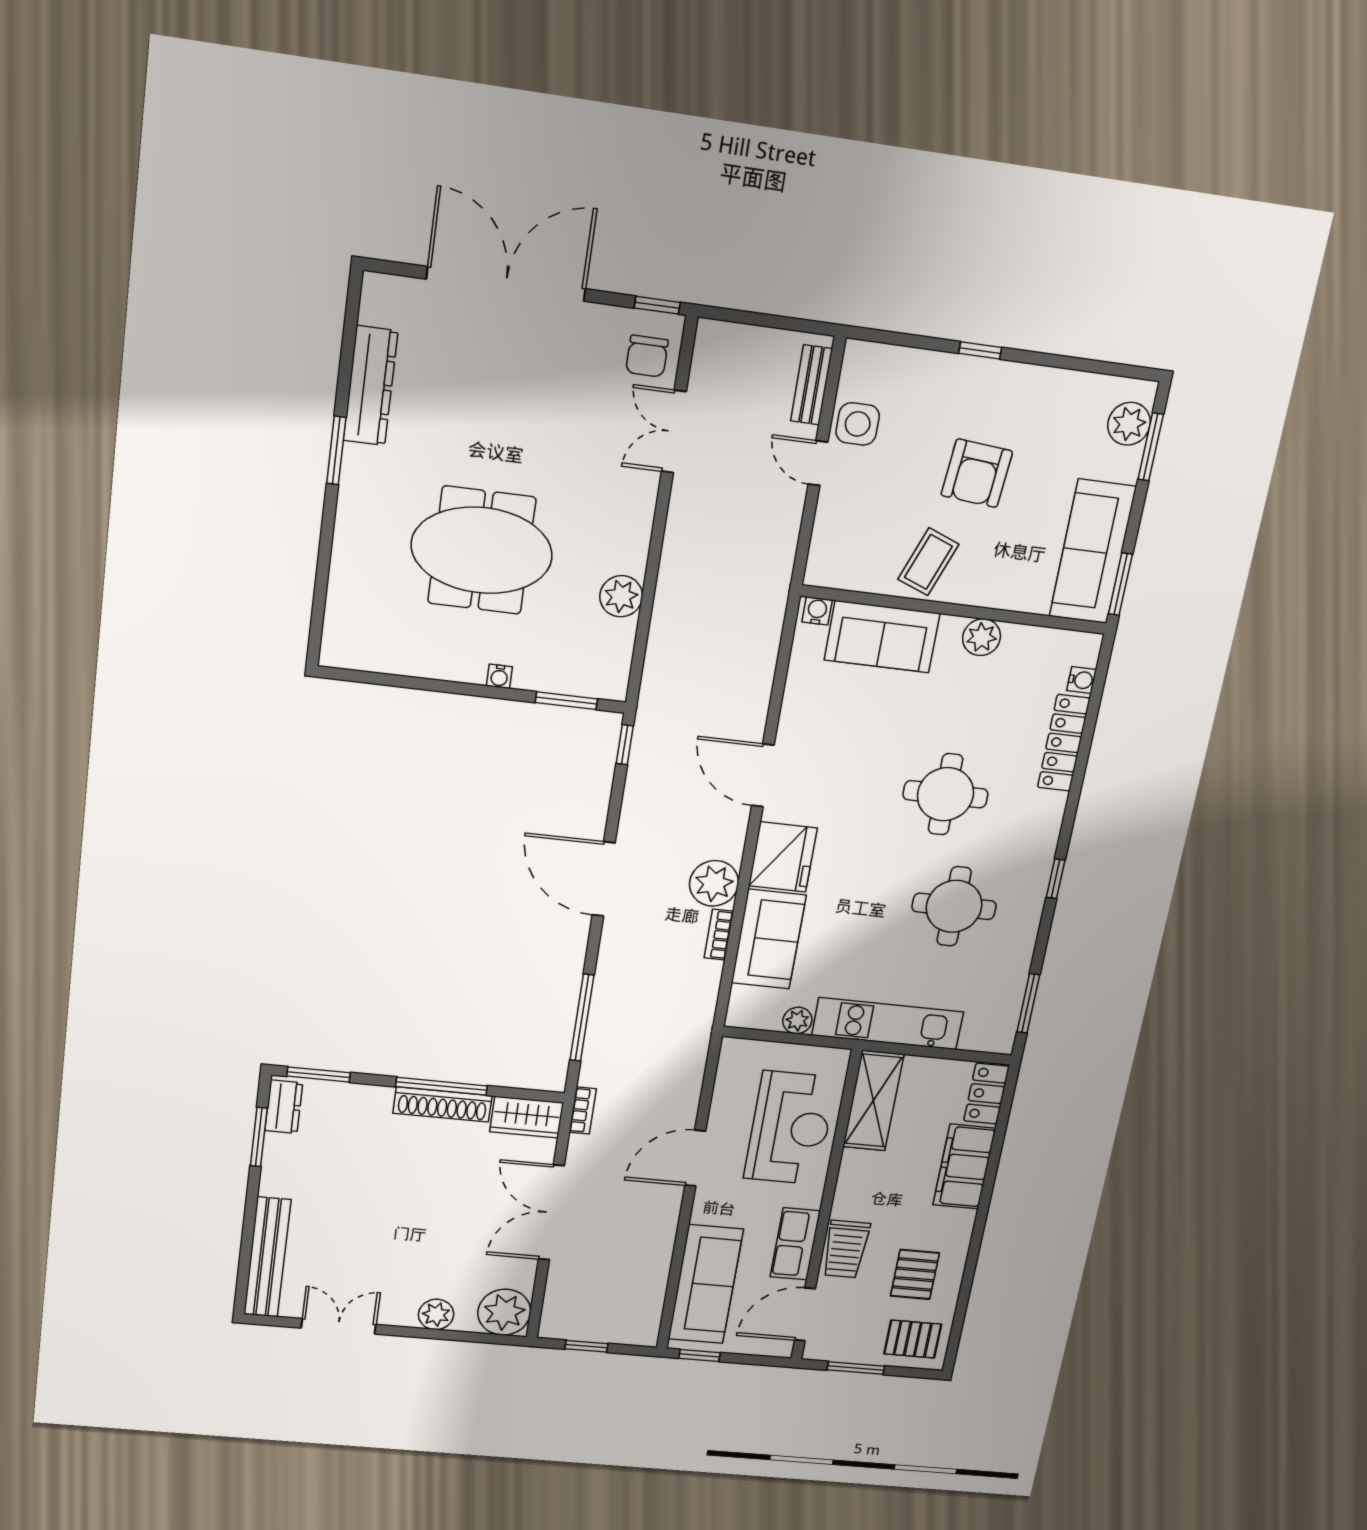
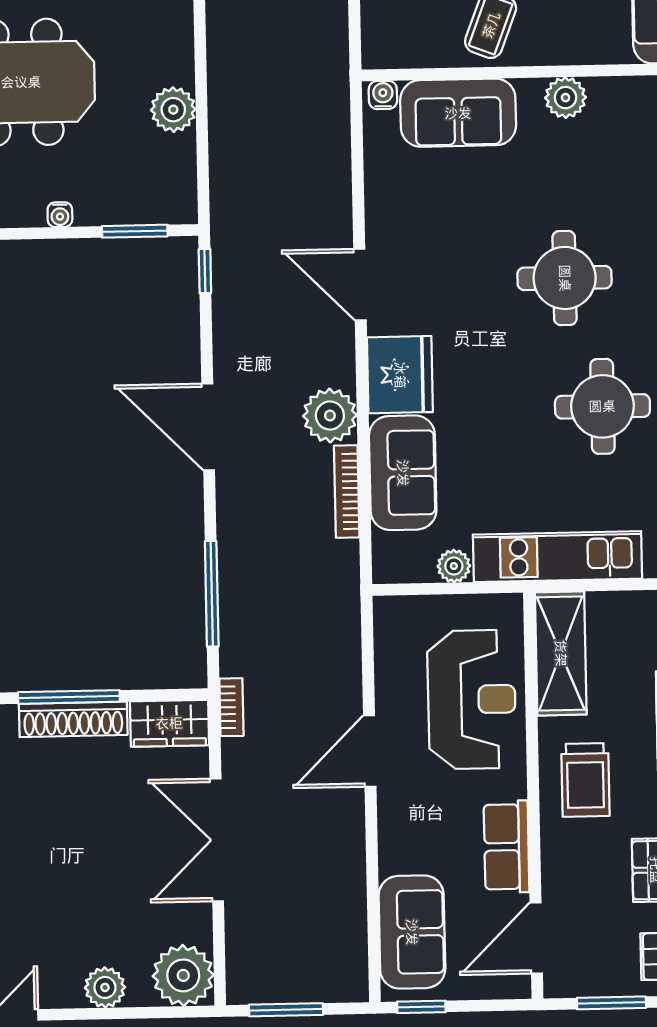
bookcase: (719, 935) -> (347, 491), width x1.56
trolley: (846, 1249) -> (585, 780), moved
sofa: (706, 1284) -> (412, 932), width x0.73
window: (586, 1346) -> (286, 1010), width x1.50

